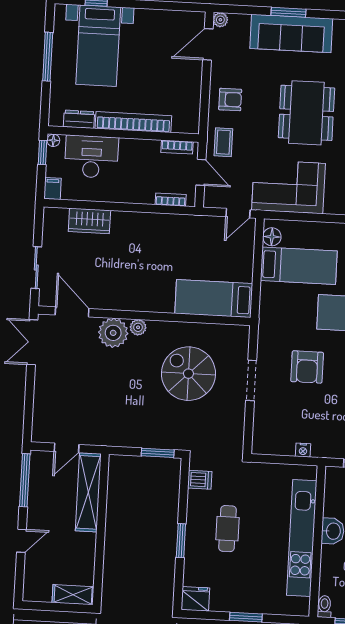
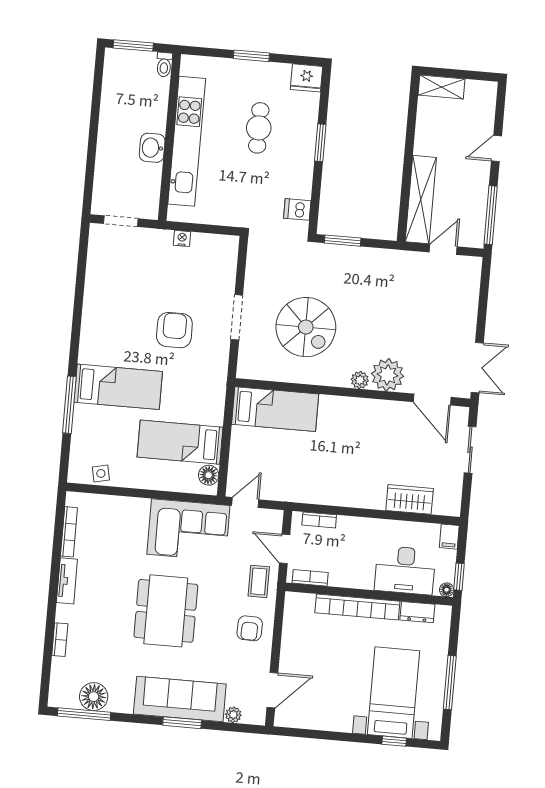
plant: (220, 20) -> (233, 715), moved
armchair: (230, 100) -> (250, 628), turned -88
cafe table: (228, 529) -> (259, 128), moved

